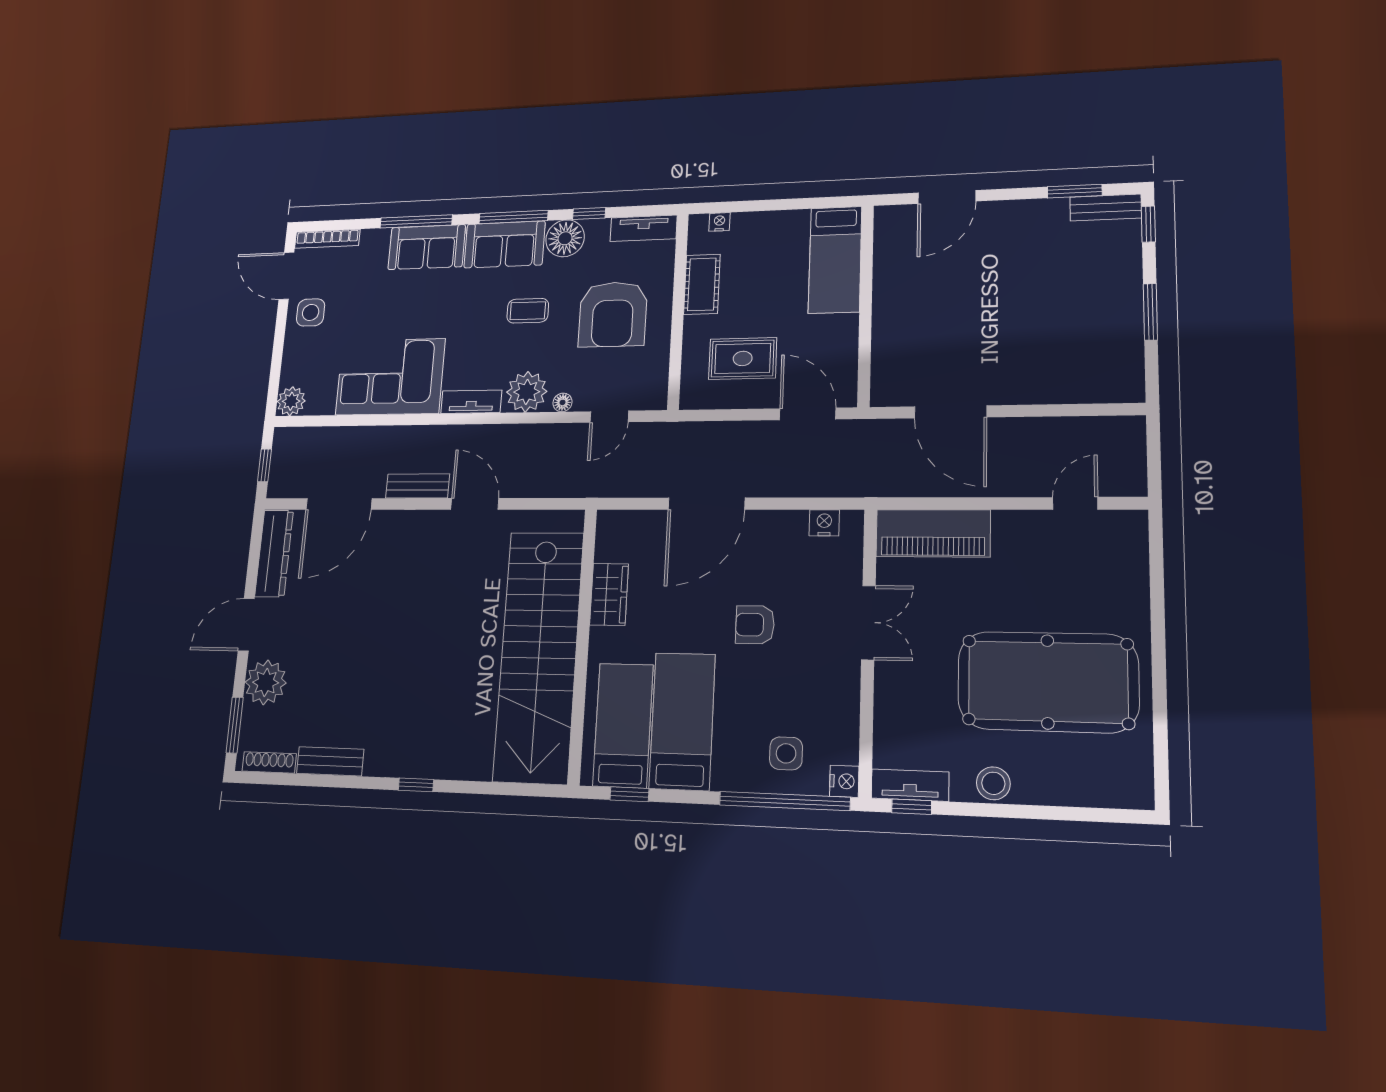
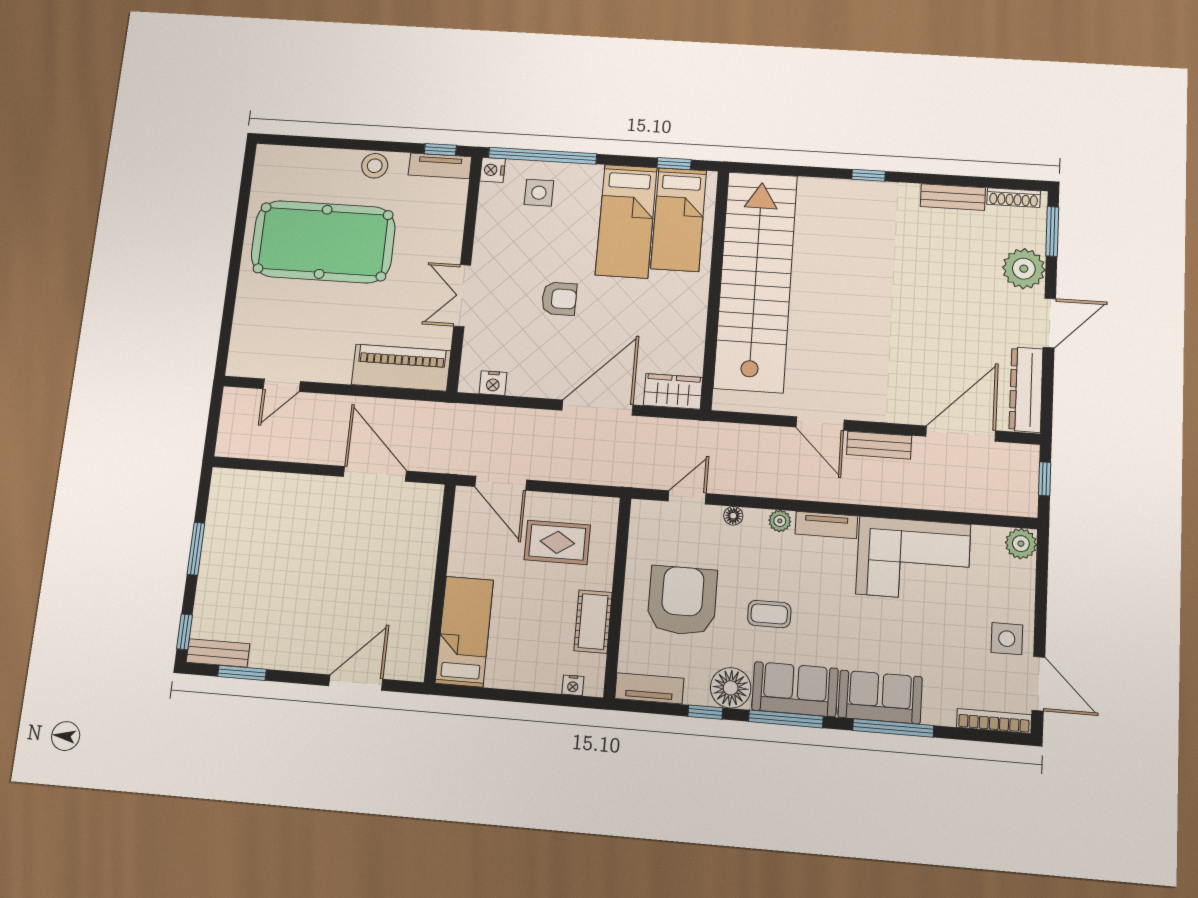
plant: (527, 392) -> (780, 521), width x0.53, depth x0.53
wardrobe: (609, 594) -> (673, 391), moved, turned 90

